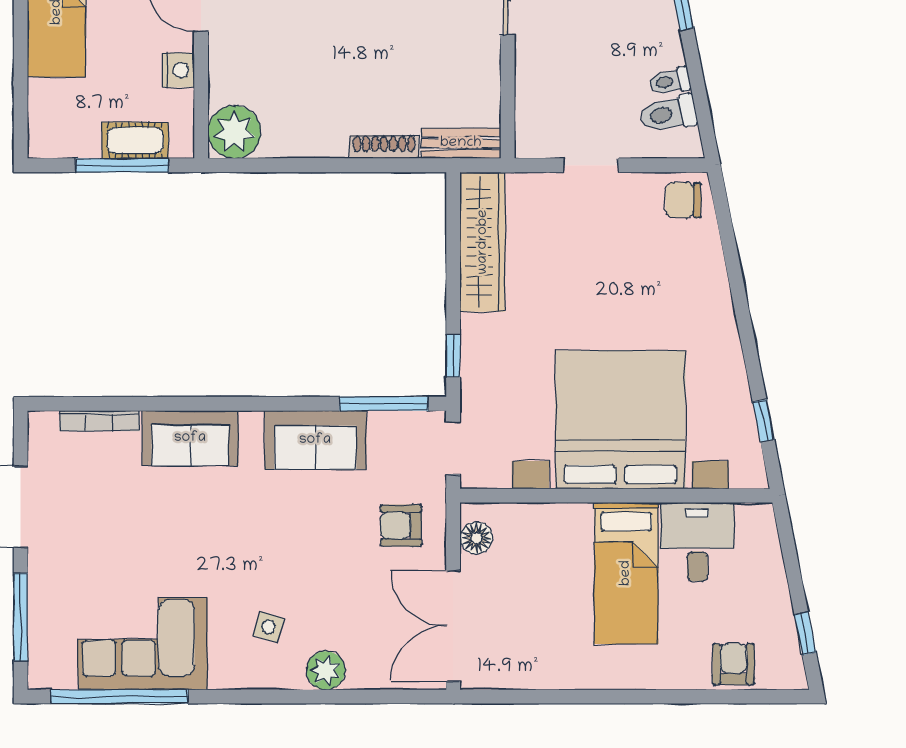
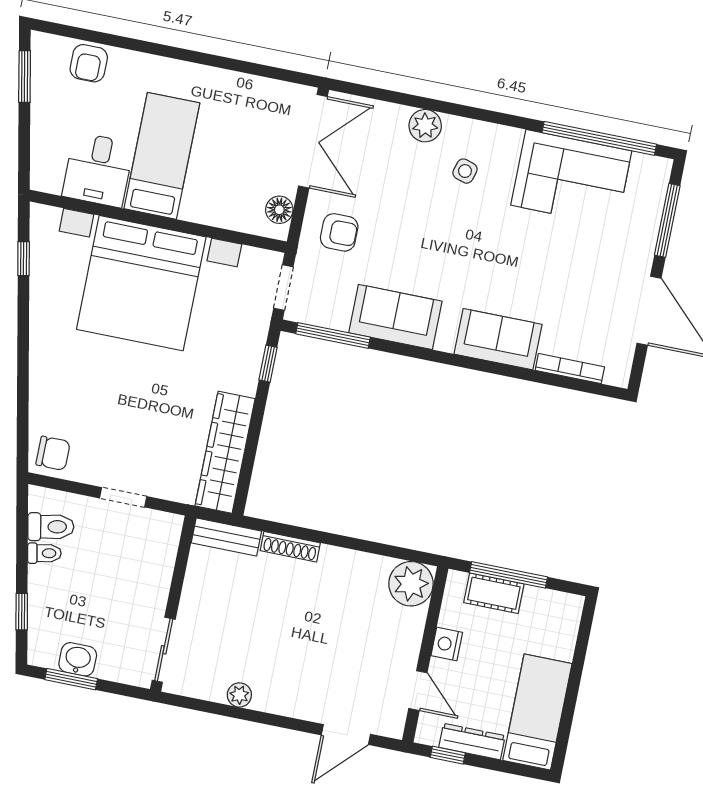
window: (805, 634) -> (25, 76), width x1.50

